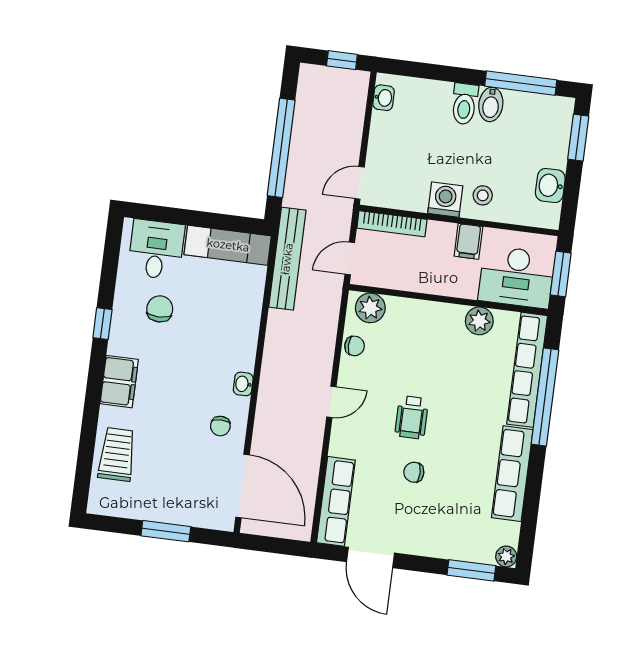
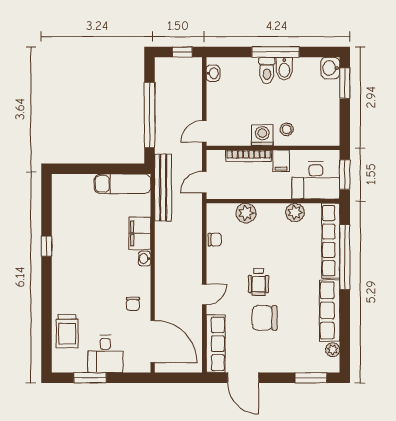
window: (521, 83) -> (275, 52), moved
washbasin: (550, 185) -> (330, 68), moved
bookcase: (392, 224) -> (249, 156), moved
desk: (156, 250) -> (105, 354), moved, turned 180
plant: (370, 308) -> (246, 213), moved
chair: (160, 309) -> (83, 232), removed
filing cabinet: (119, 382) -> (140, 233), moved, turned 180
washbasin: (243, 384) -> (144, 259), moved
door: (331, 402) -> (204, 294), moved
trolley: (117, 454) -> (67, 331), turned 180
chair: (414, 472) -> (265, 318), width x1.87, depth x1.87
window: (166, 531) -> (90, 378), moved
plant: (506, 556) -> (333, 350), moved

